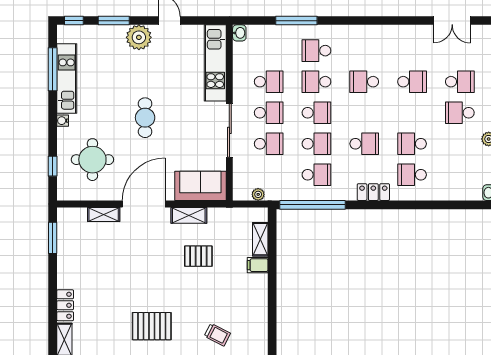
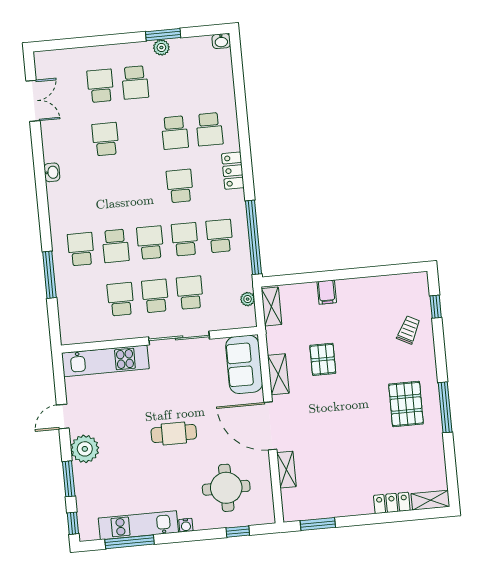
washbasin: (239, 33) -> (52, 172), moved, turned 90
school desk: (316, 51) -> (81, 249), turned 180
school desk: (364, 82) -> (110, 192), removed
shelving: (260, 239) -> (271, 307), moved, turned 90

